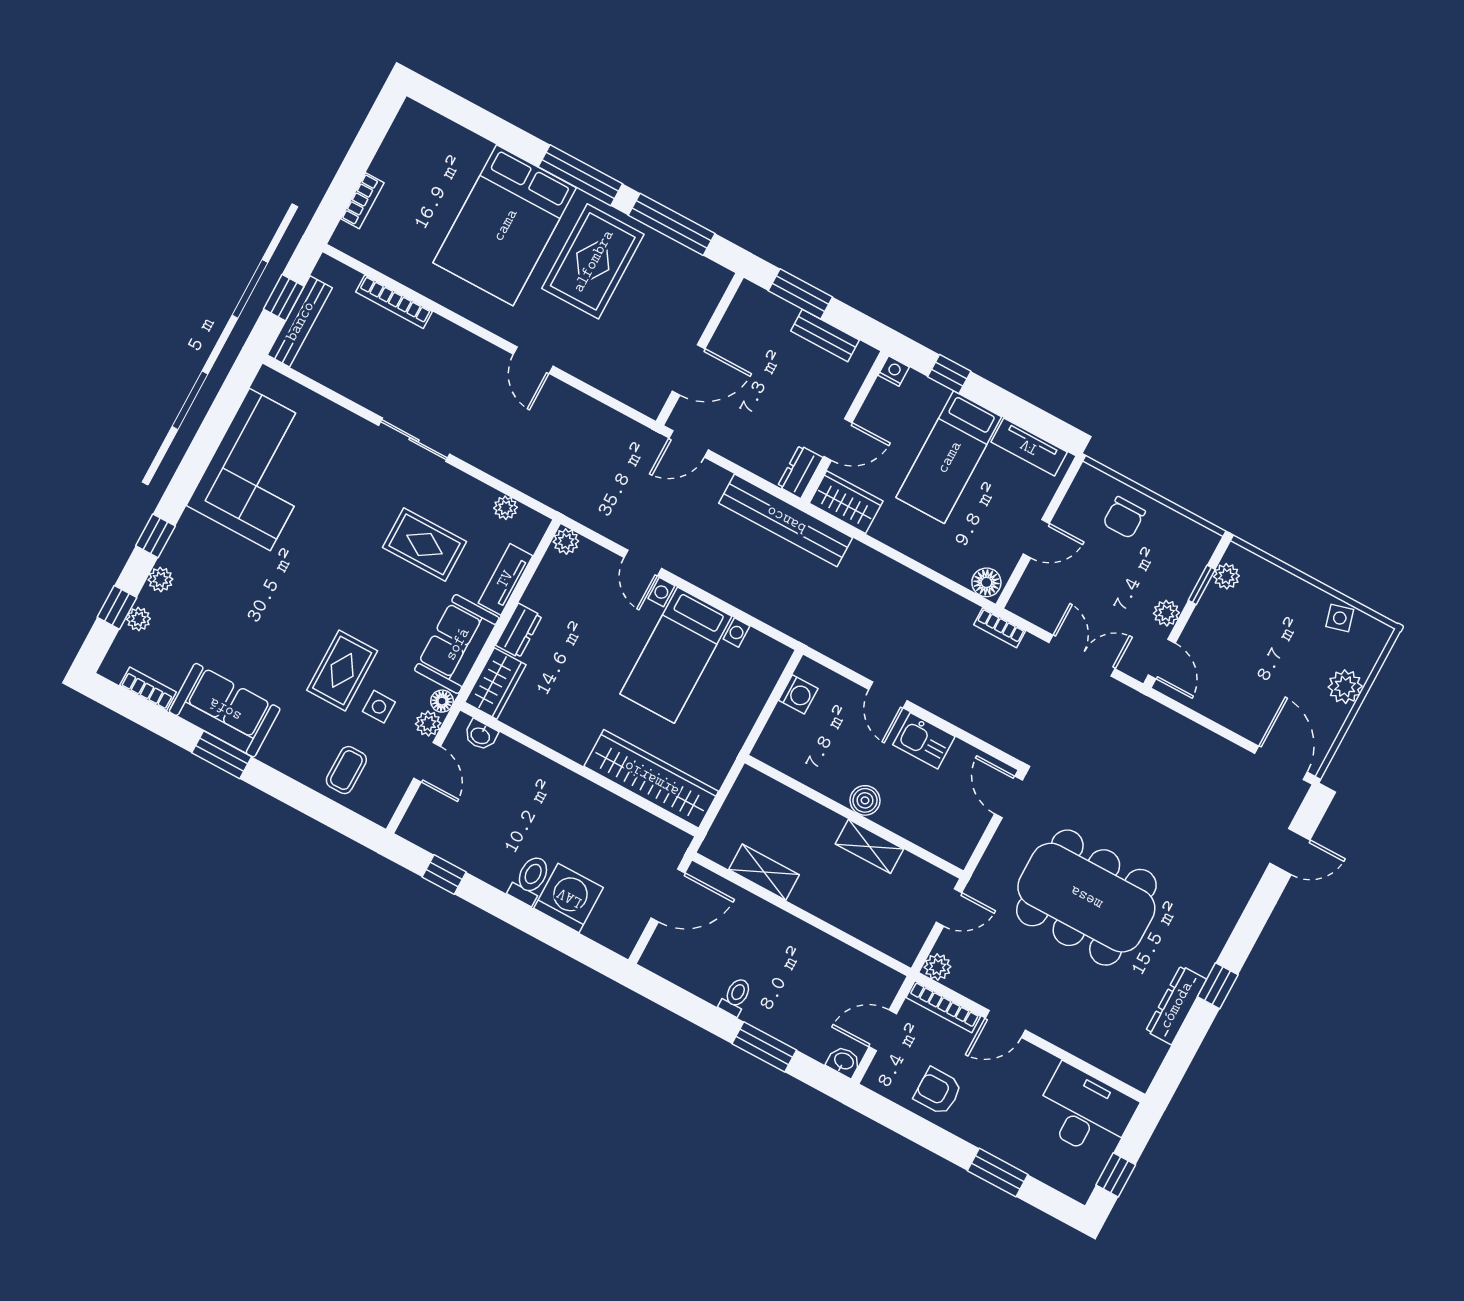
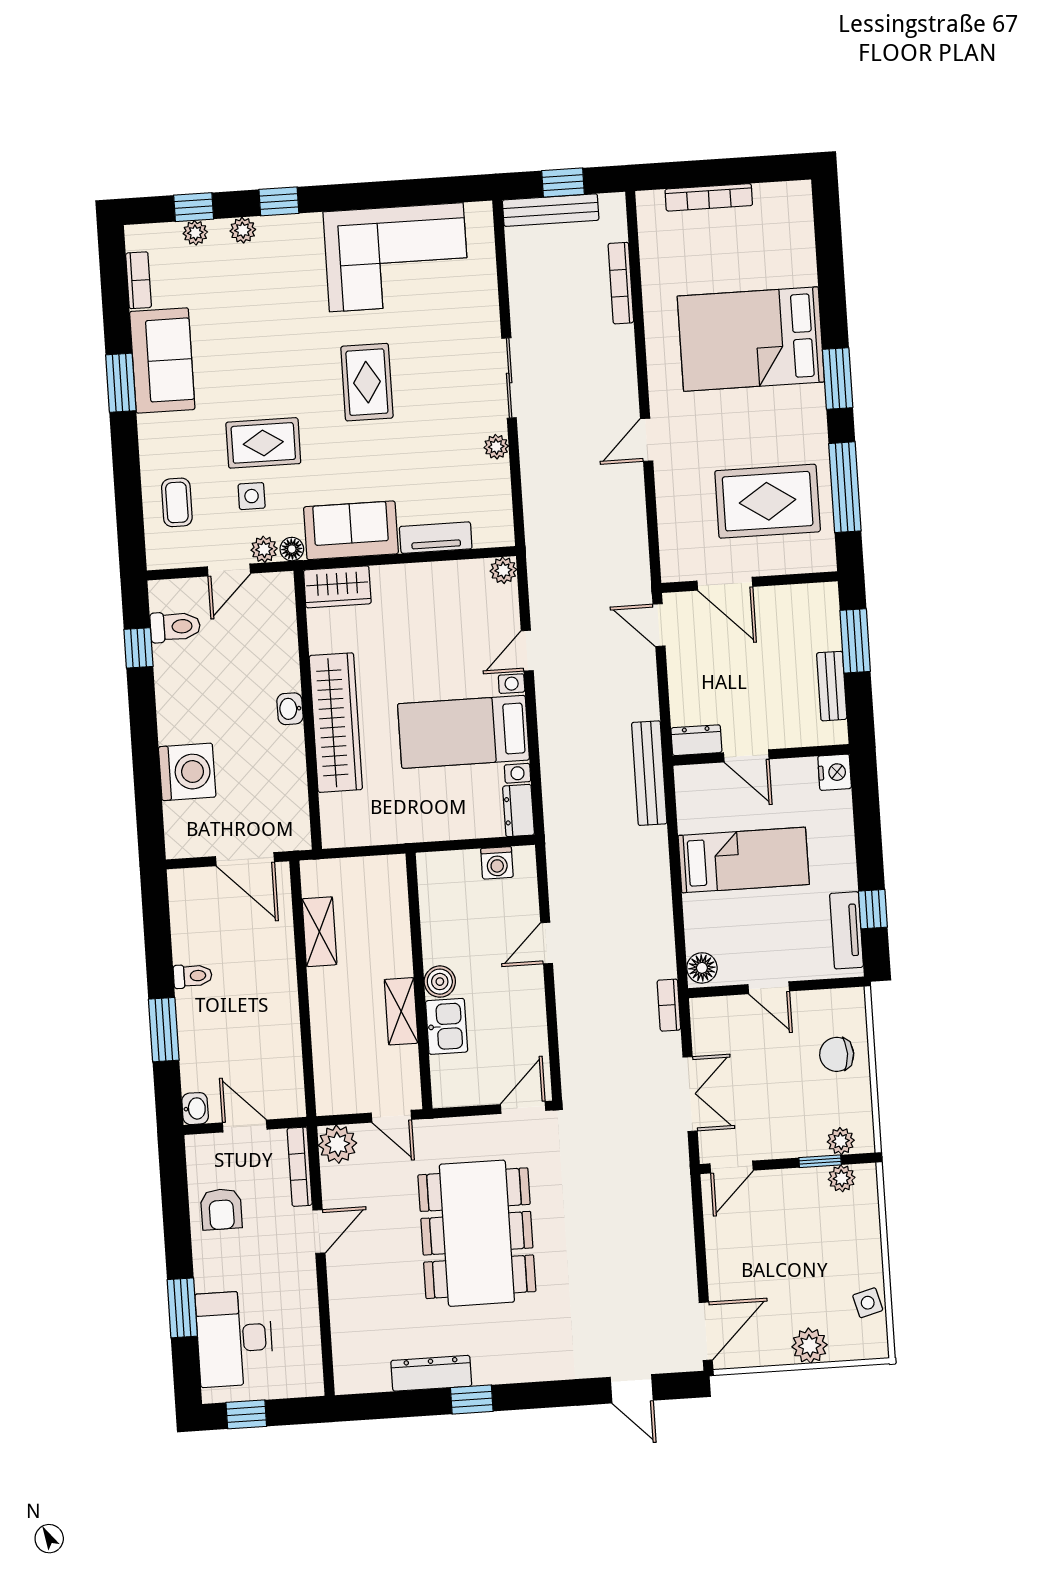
window: (580, 175) -> (838, 378), width x0.69
bookcase: (362, 201) -> (709, 197), width x1.56
rug: (593, 261) -> (768, 501), moved
nightstand: (894, 371) -> (835, 772), width x1.39, depth x1.35
window: (949, 374) -> (873, 909), moved
bed: (949, 457) -> (744, 860), moved, turned 180
wardrobe: (846, 502) -> (695, 798), removed
plant: (505, 508) -> (496, 447), moved
bench: (786, 520) -> (649, 773), width x0.73, depth x0.82
rug: (425, 544) -> (367, 382), moved
plant: (1166, 613) -> (841, 1141), moved
dresser: (519, 630) -> (519, 811), moved, turned 90
washbasin: (481, 735) -> (290, 709), moved
kitchen sink: (924, 741) -> (447, 1026), moved, turned 180
coffee table: (346, 770) -> (177, 502), turned 90
wardrobe: (651, 779) -> (336, 723), moved
toilet: (530, 880) -> (175, 627), moved
plant: (938, 967) -> (338, 1144), width x1.38, depth x1.38
door: (1005, 1024) -> (319, 1232), swing flipped
armchair: (938, 1091) -> (221, 1209), turned 180
desk: (1085, 1112) -> (235, 1338), moved, turned 180

